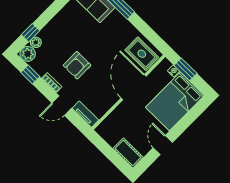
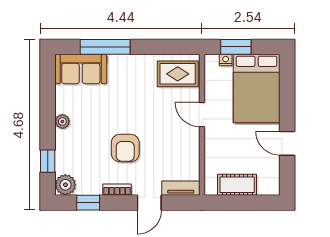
plant: (36, 42) -> (62, 121), moved
door: (134, 87) -> (202, 115), width x0.53
cot: (128, 153) -> (237, 185), moved

